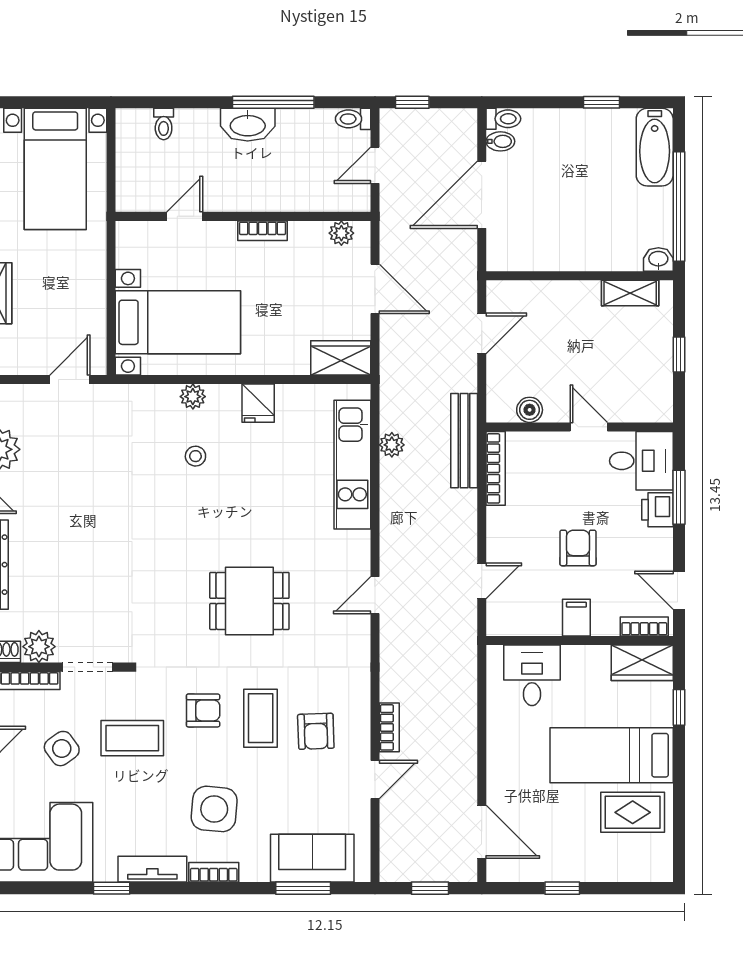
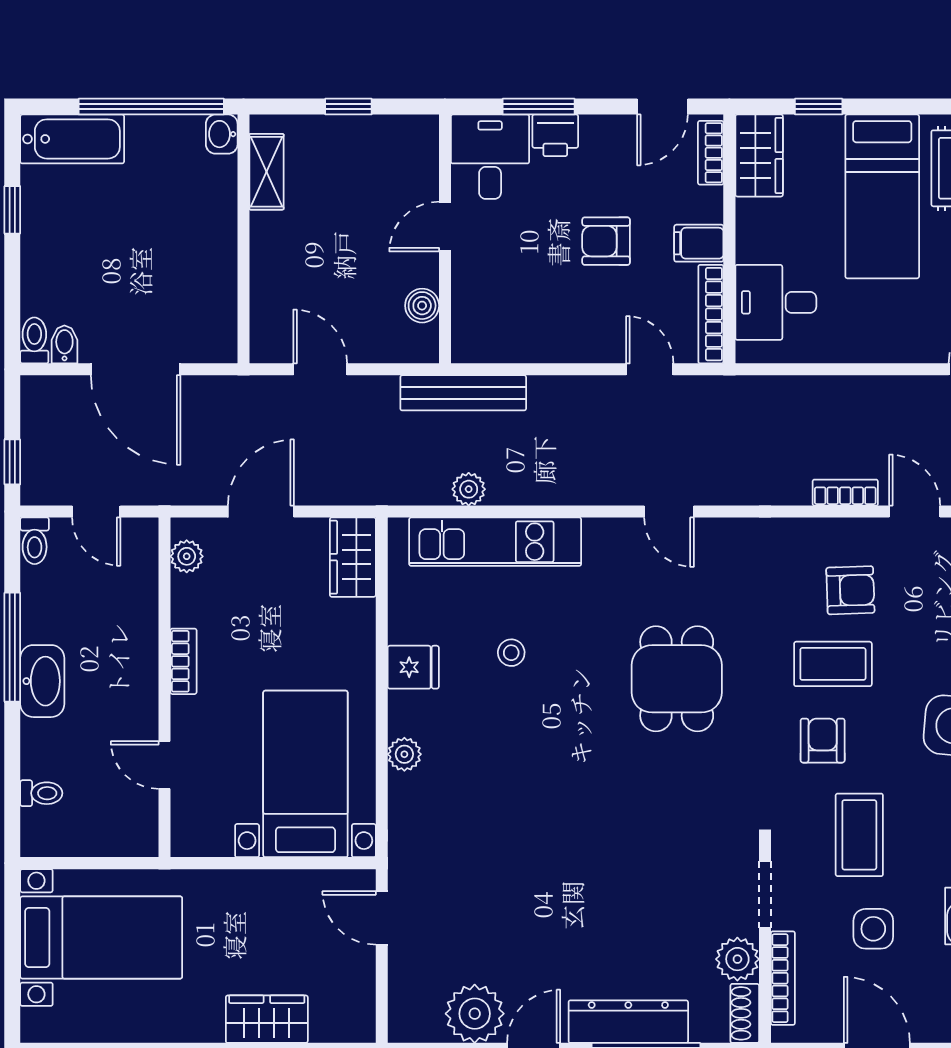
stool: (195, 456) -> (511, 653), moved
bookcase: (496, 468) -> (711, 314), moved, turned -90
side table: (62, 749) -> (873, 929), turned 36

